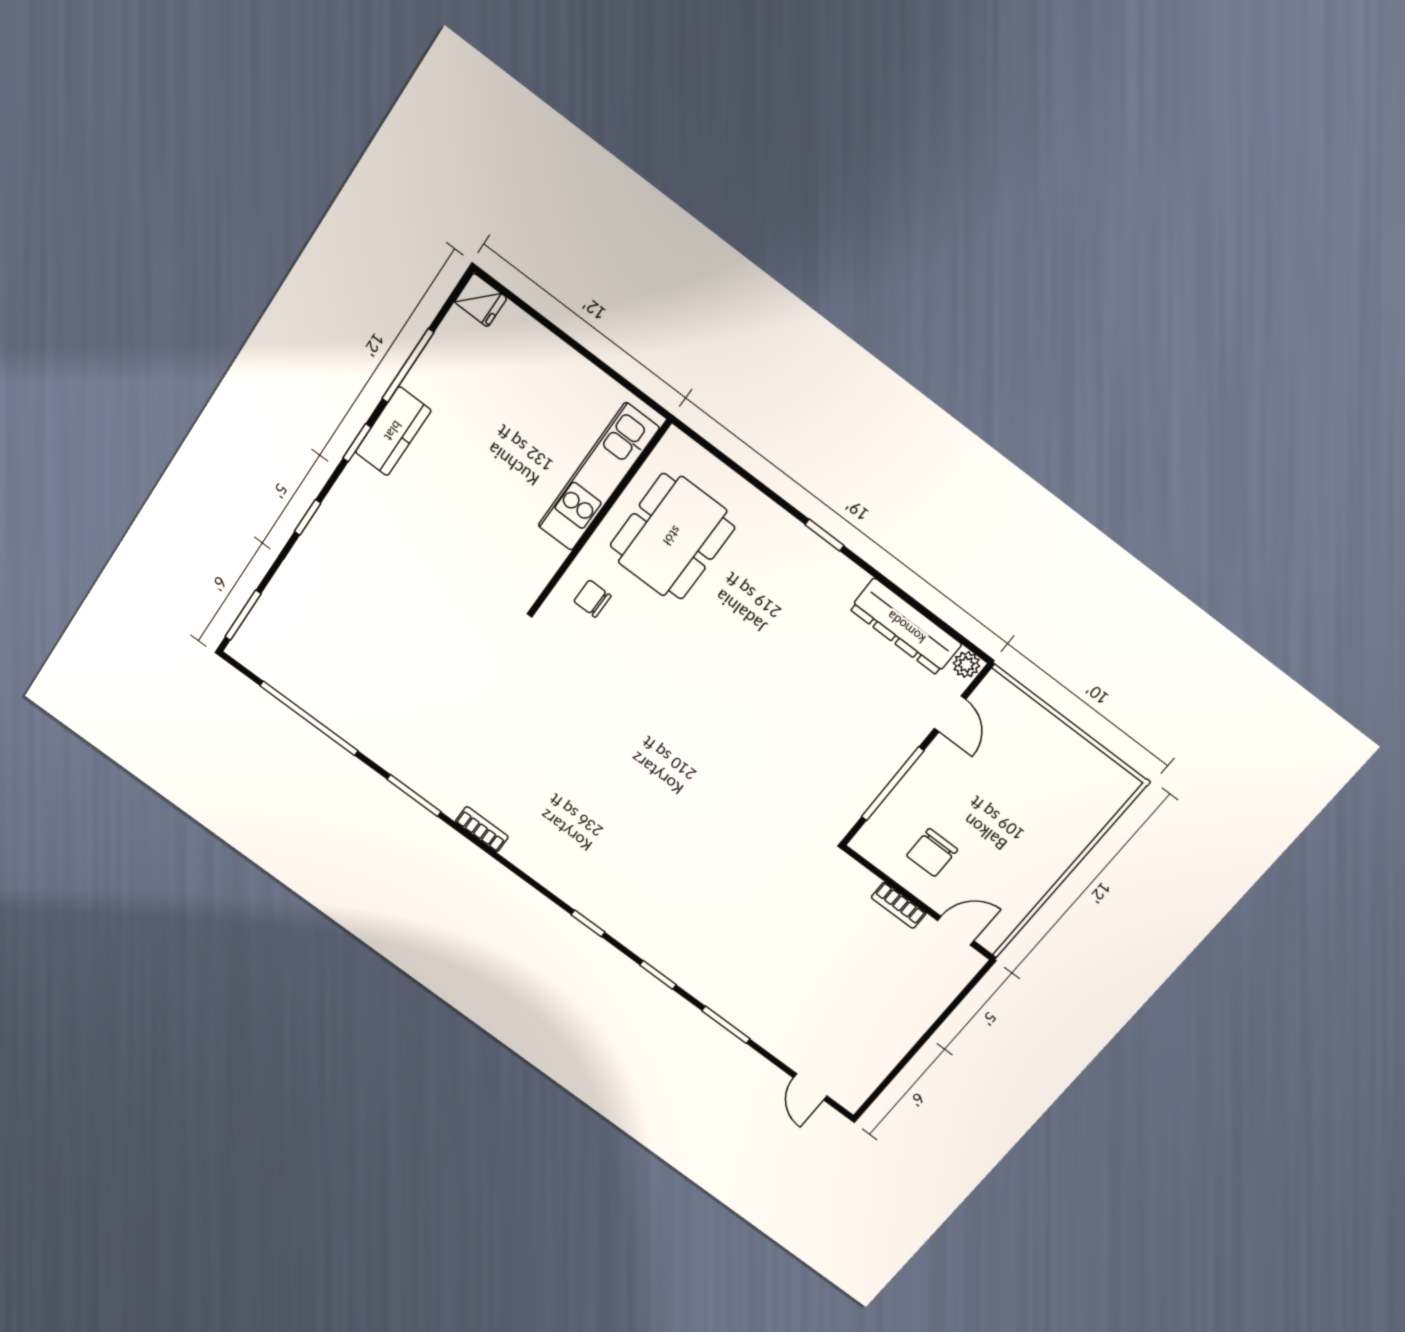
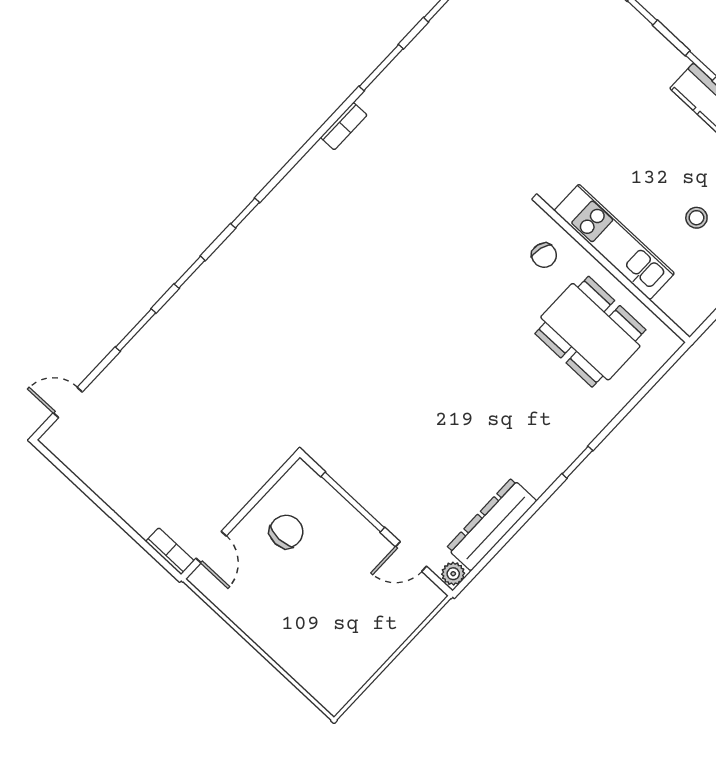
stool: (527, 428) -> (696, 218), added
kitchen unit: (598, 477) -> (614, 242), moved
chair: (592, 599) -> (544, 255), turned 106
chair: (932, 853) -> (286, 532), turned 90
bookcase: (899, 905) -> (170, 551), moved, turned 90

